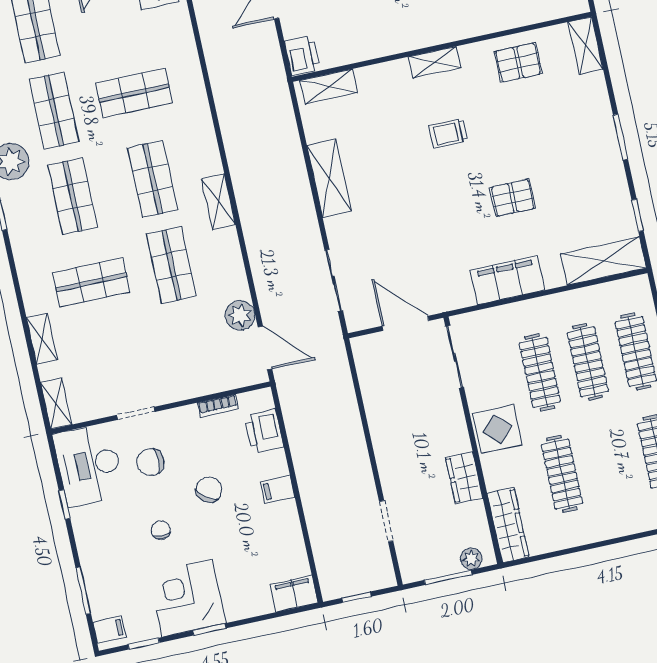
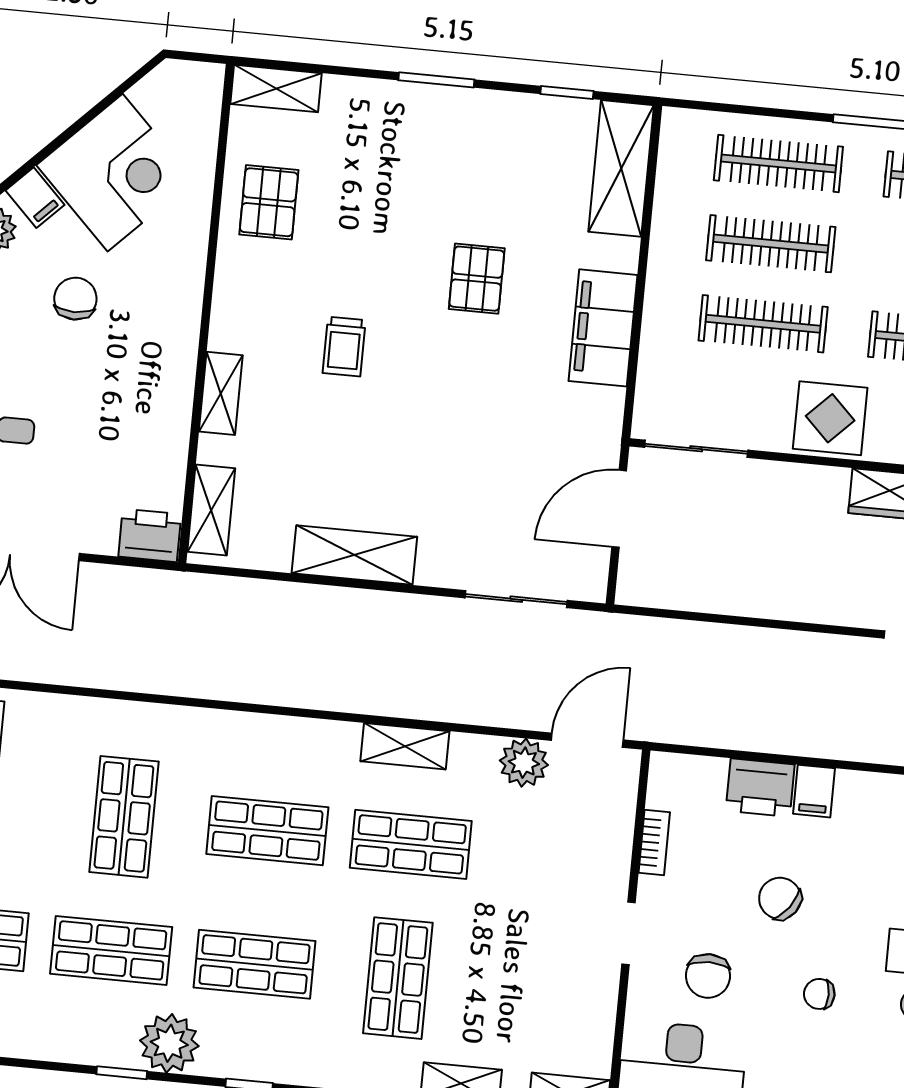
shelving: (435, 62) -> (221, 393), moved
shelving: (218, 202) -> (405, 746), moved
doorway: (136, 413) -> (629, 933), moved
printer: (264, 431) -> (760, 788), moved

